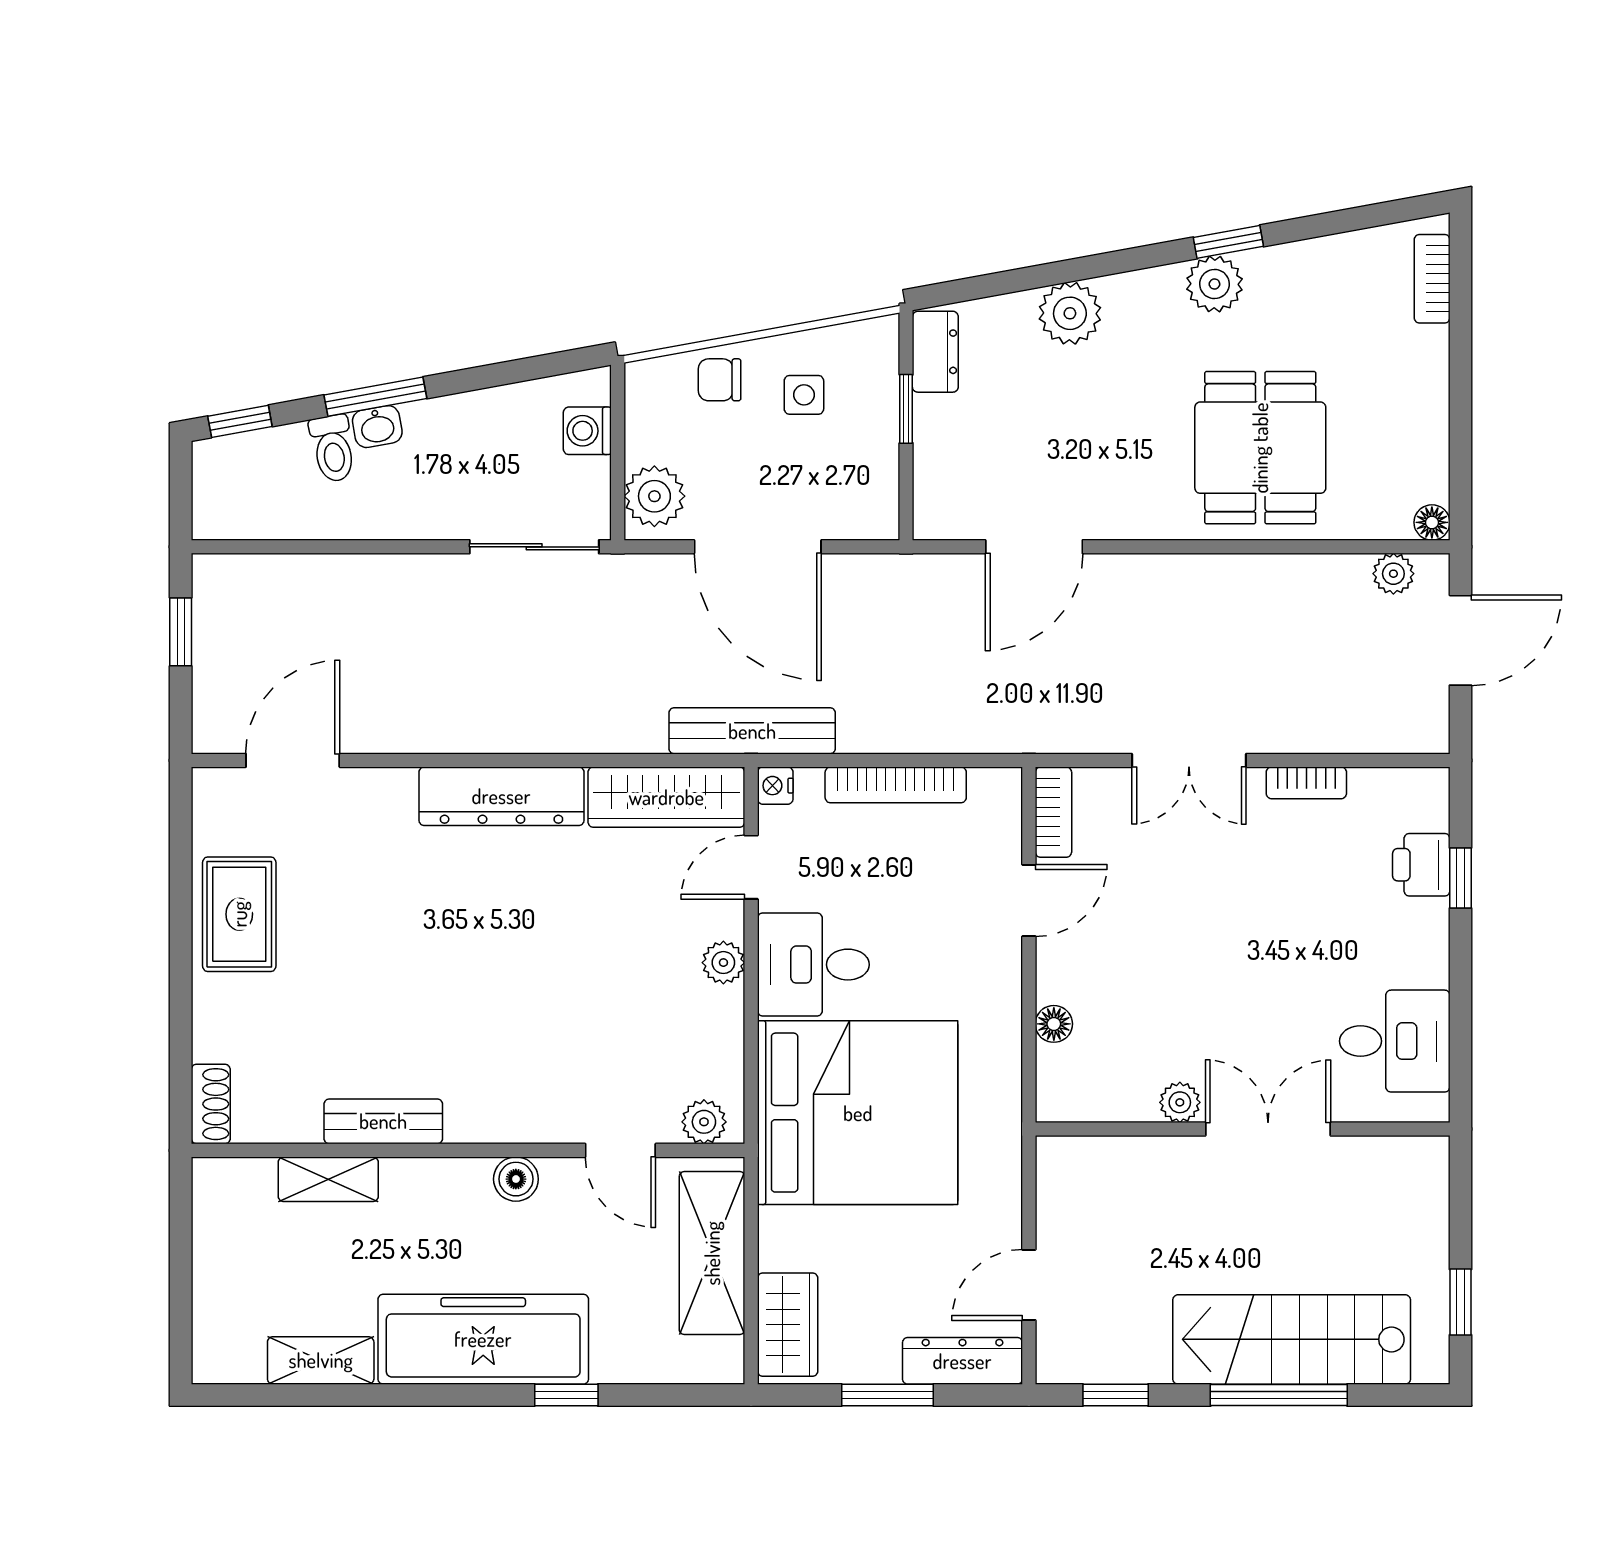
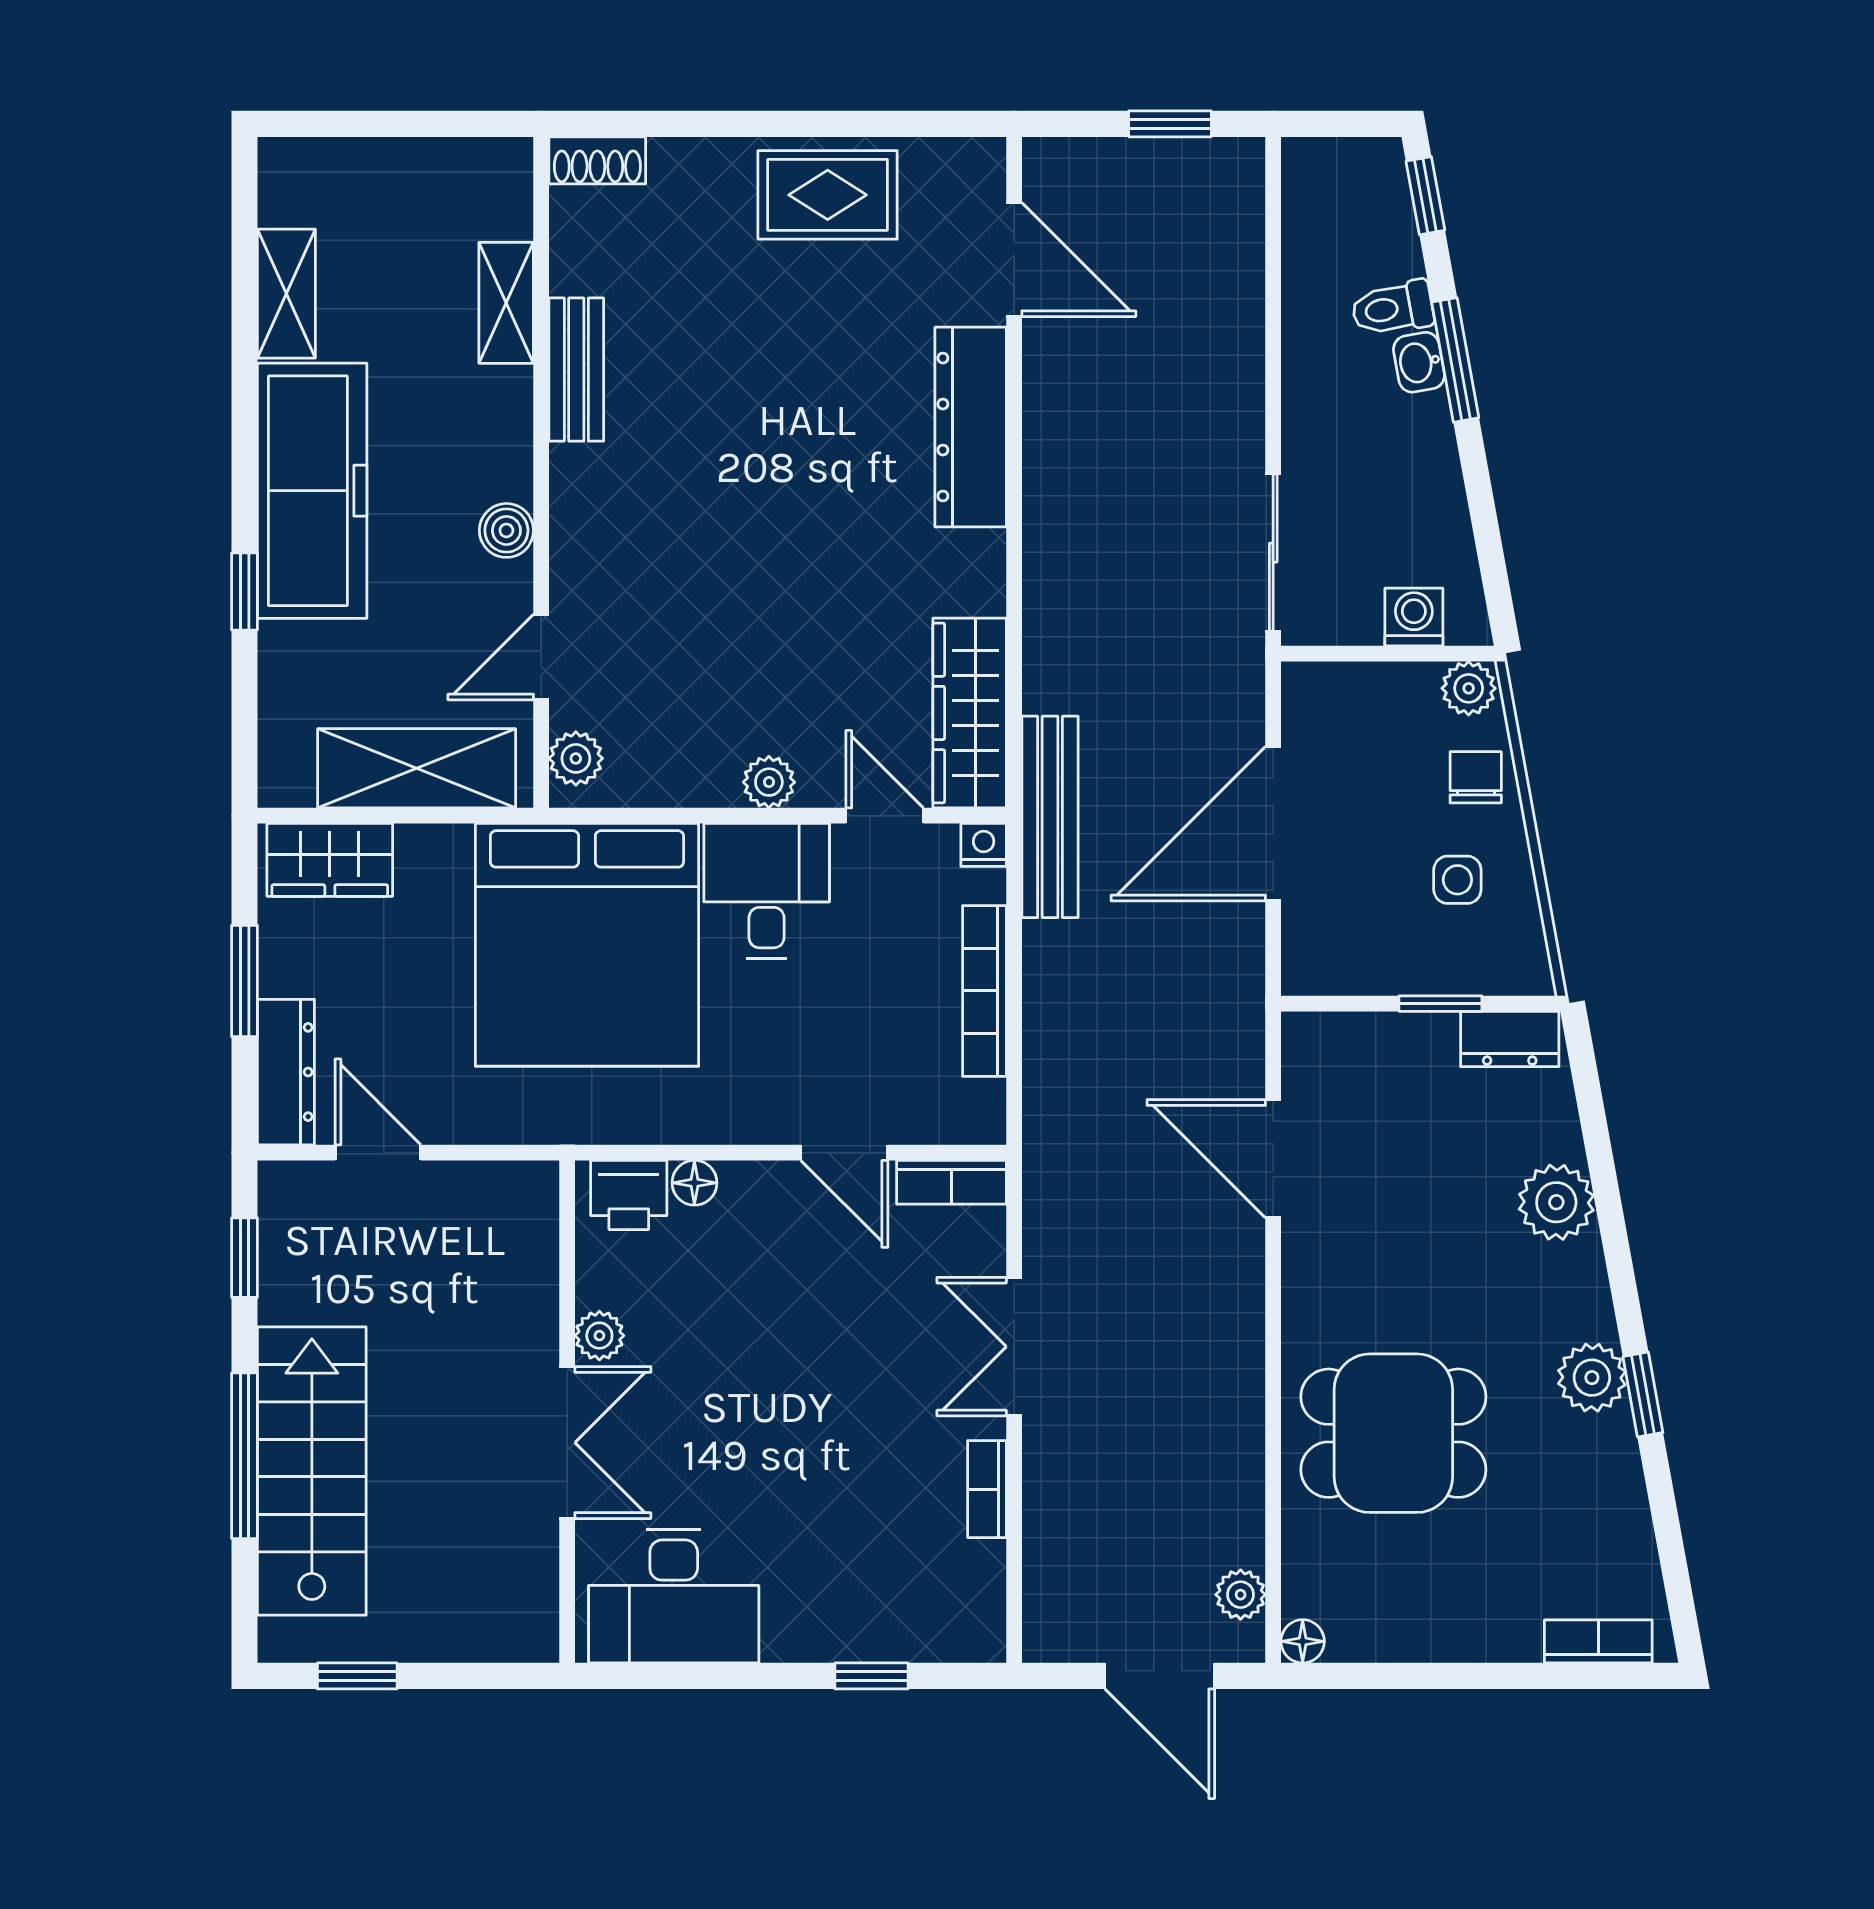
plant: (654, 496) -> (1469, 688), moved, width x0.73, depth x0.73
dresser: (501, 796) -> (971, 427), moved
printer: (1421, 865) -> (629, 1195), moved, turned 180
desk: (1395, 1041) -> (674, 1596), width x1.37

